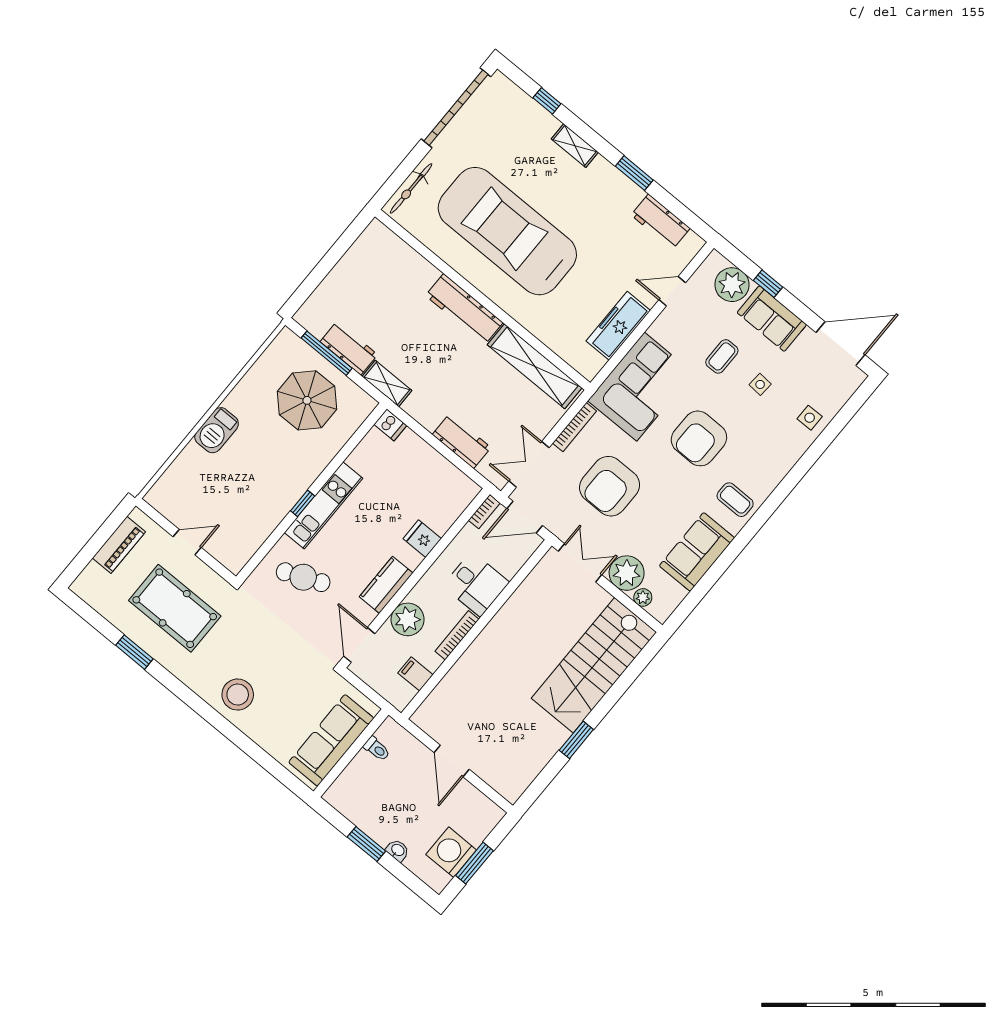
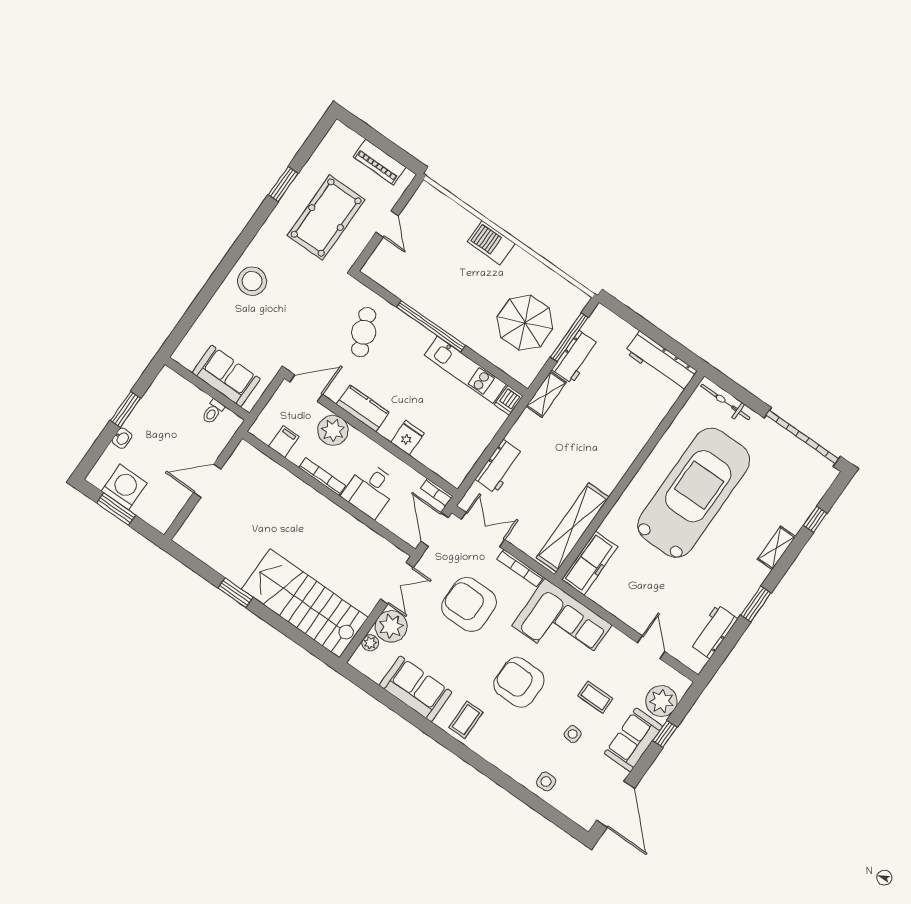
workbench: (464, 309) -> (661, 362), moved, turned -90
freezer: (618, 326) -> (590, 563), moved, turned 90
window: (303, 503) -> (431, 326), width x3.17
kitchen unit: (324, 505) -> (465, 370), moved
sofa: (331, 740) -> (226, 376), width x0.73

